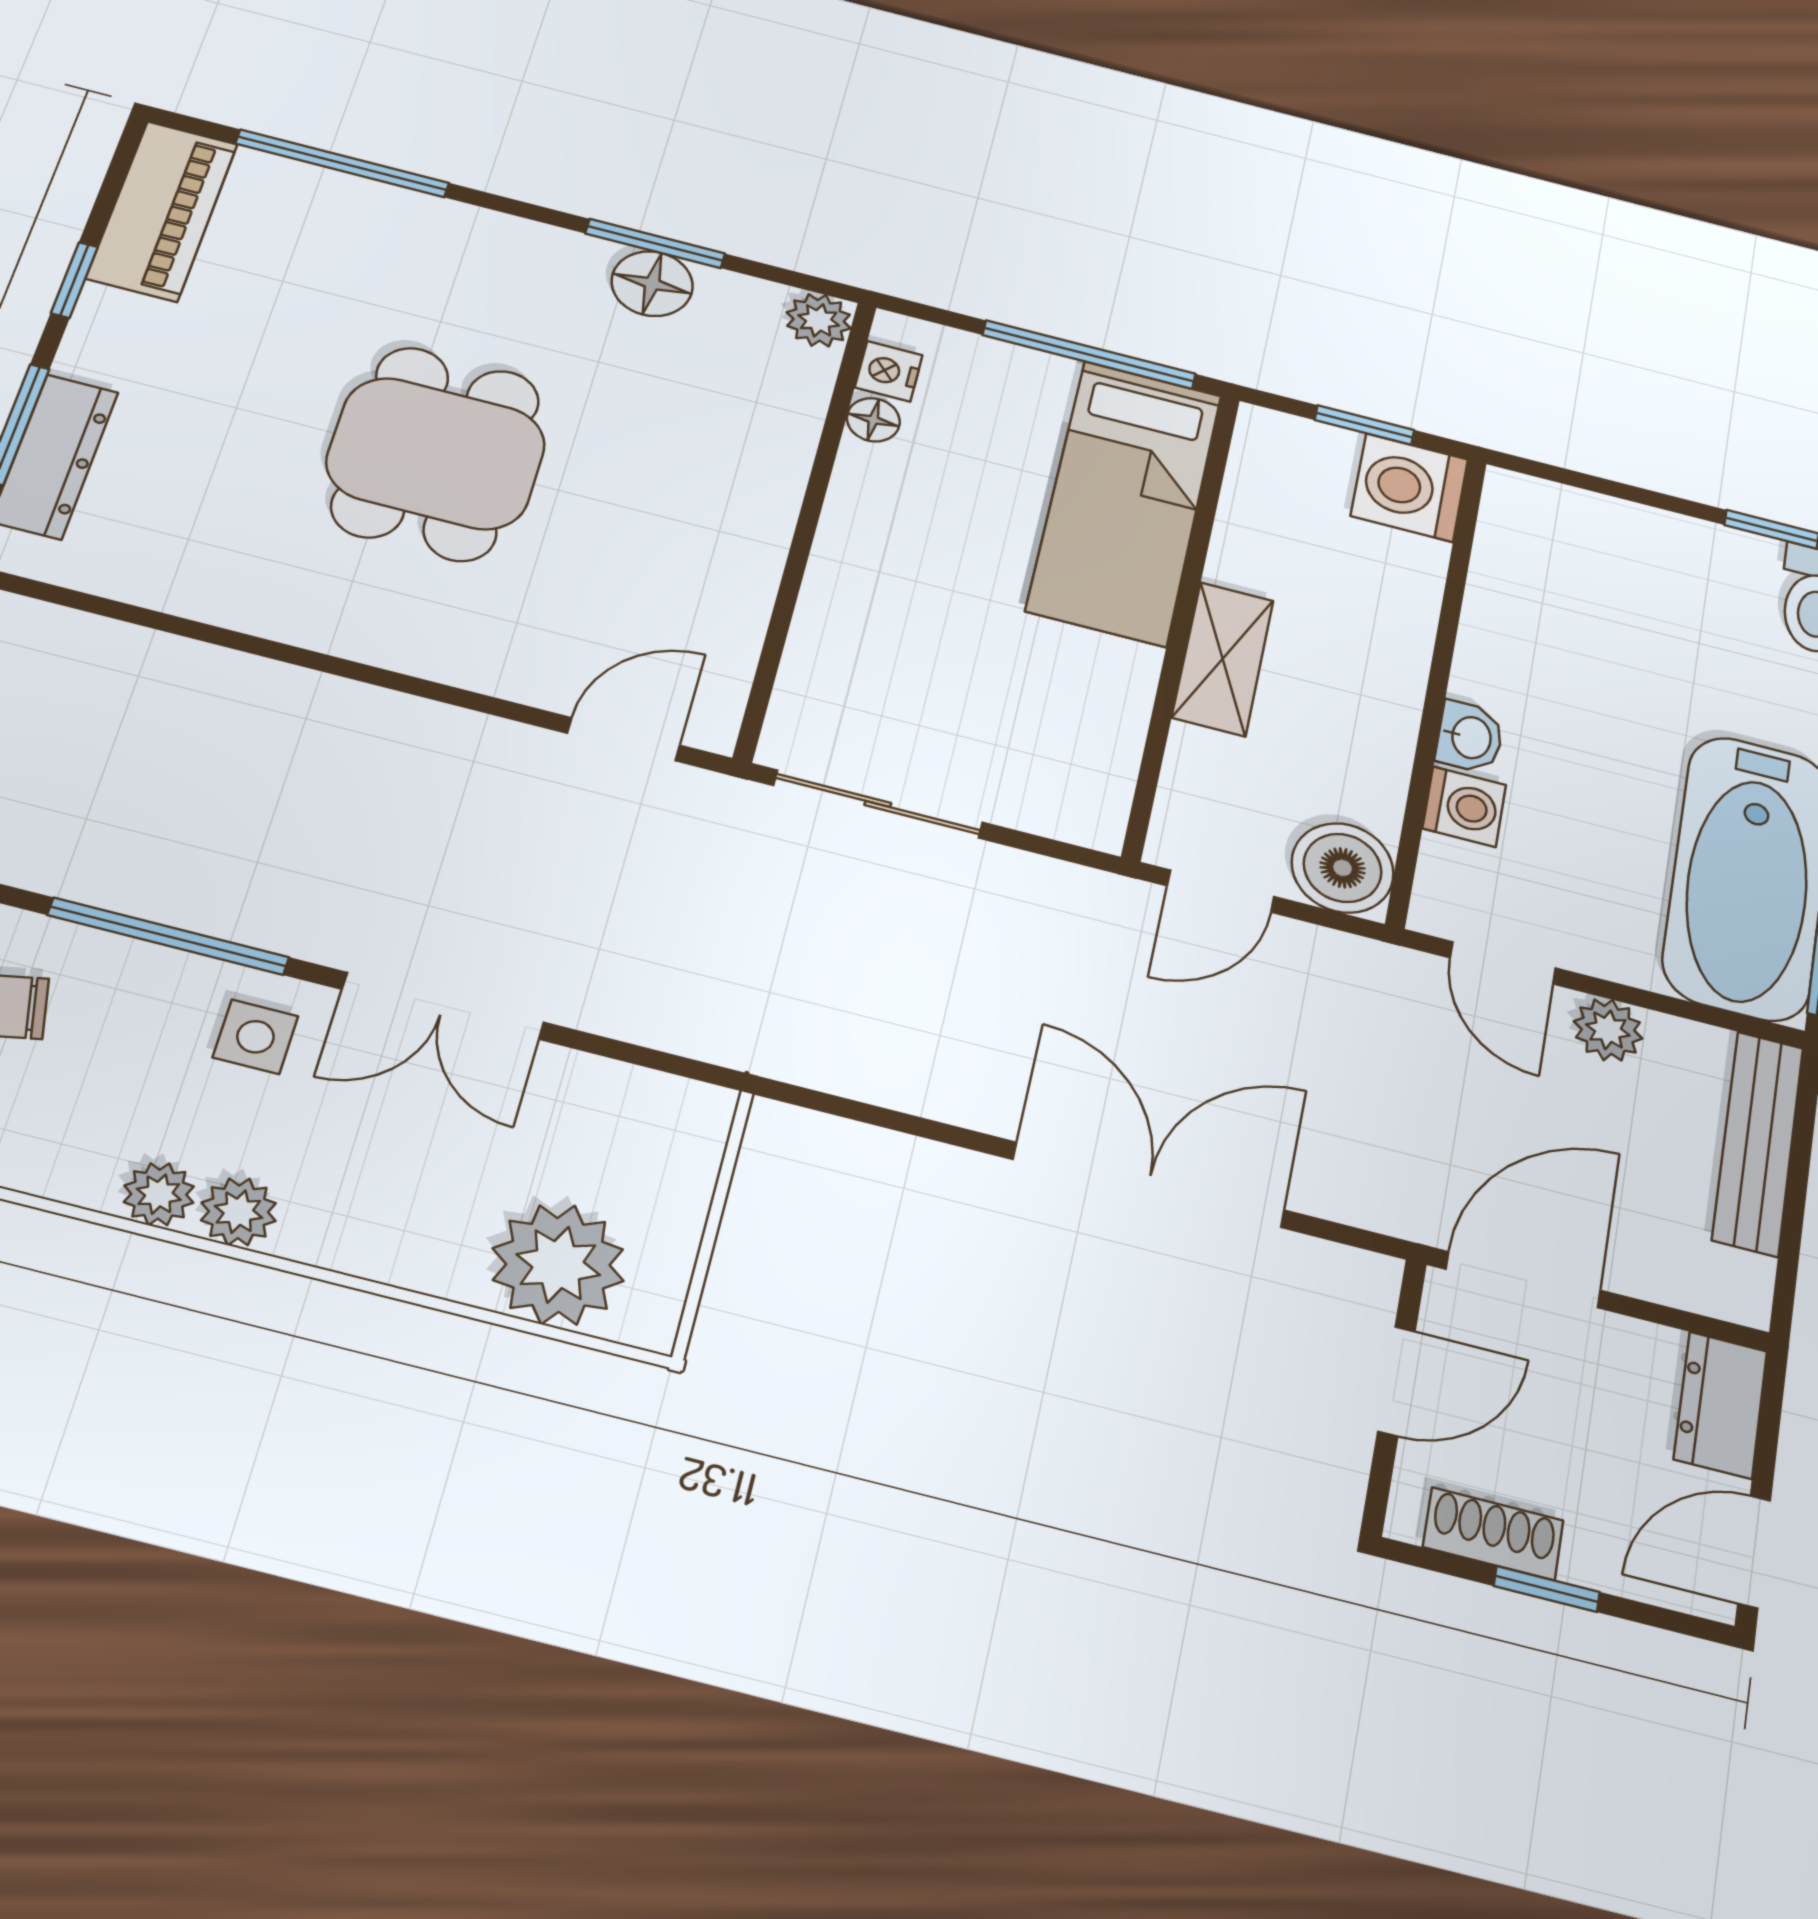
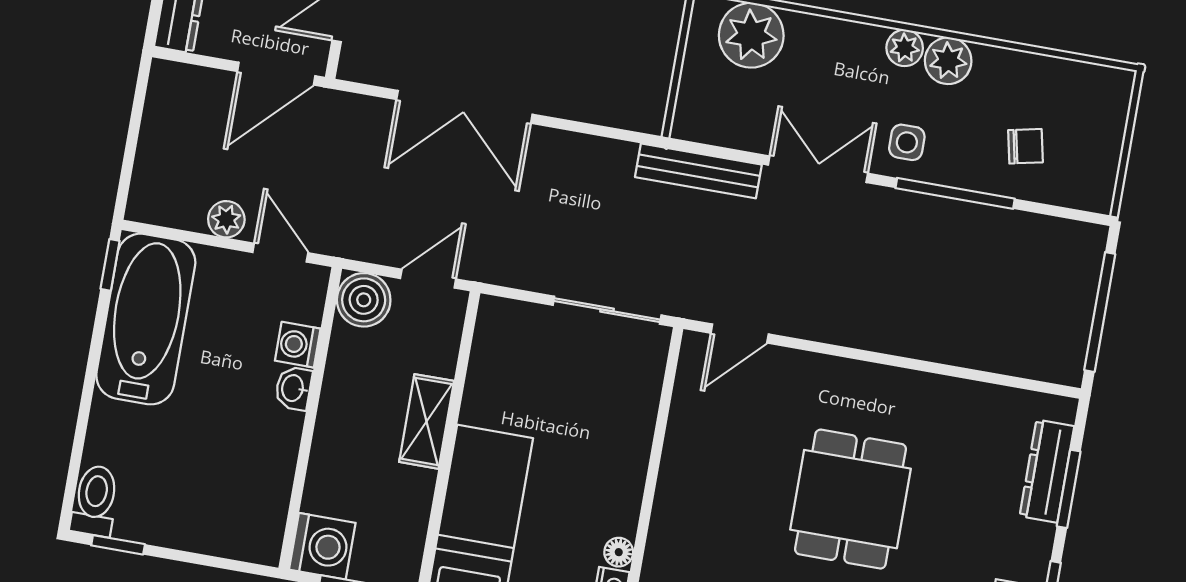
bench: (1758, 1143) -> (698, 171), moved, turned 90
plant: (159, 1194) -> (948, 61), width x1.38, depth x1.38

